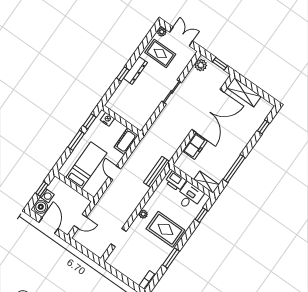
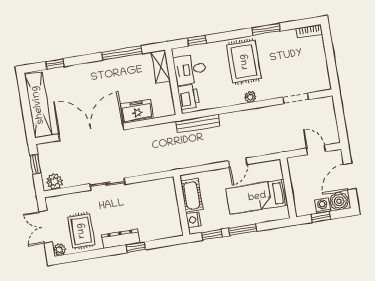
shelving: (244, 92) -> (38, 105), width x1.47
cot: (126, 141) -> (192, 195), moved, turned 90

